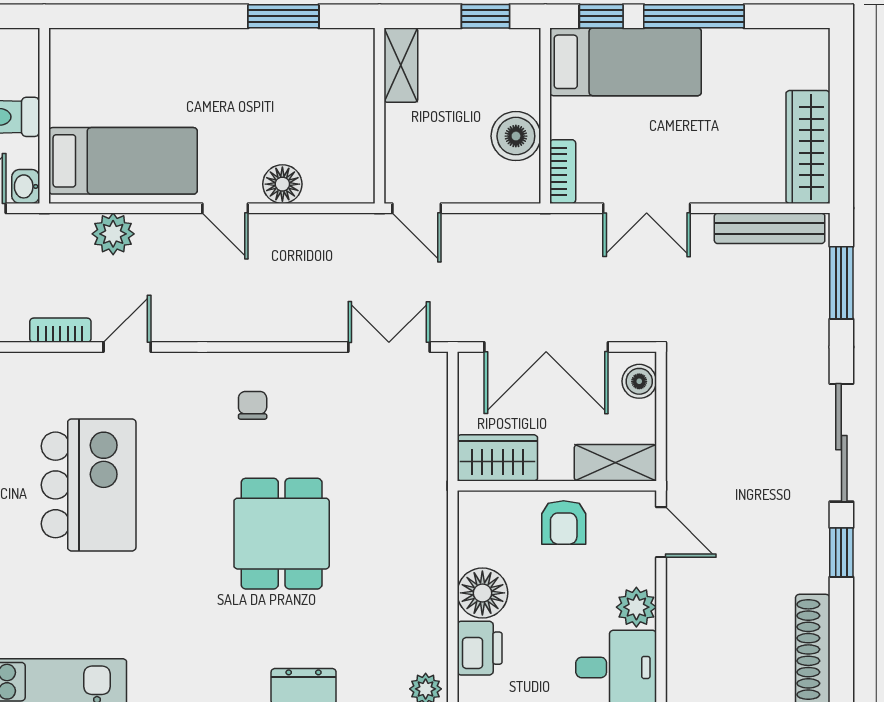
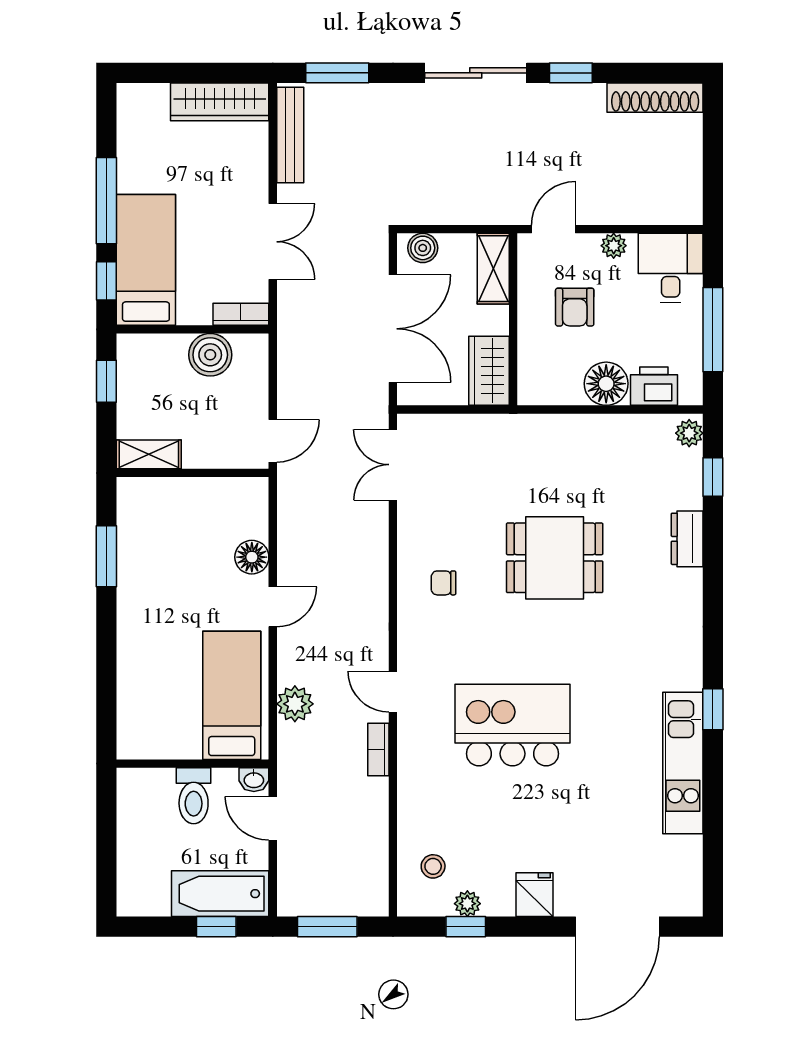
armchair: (564, 522) -> (575, 307), moved, turned 90
plant: (636, 607) -> (614, 246), width x0.73, depth x0.73

